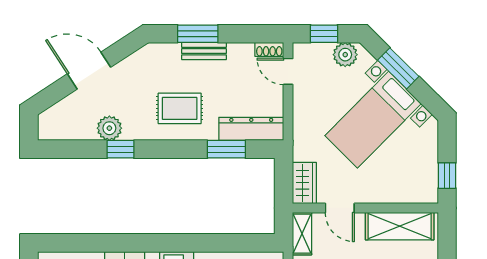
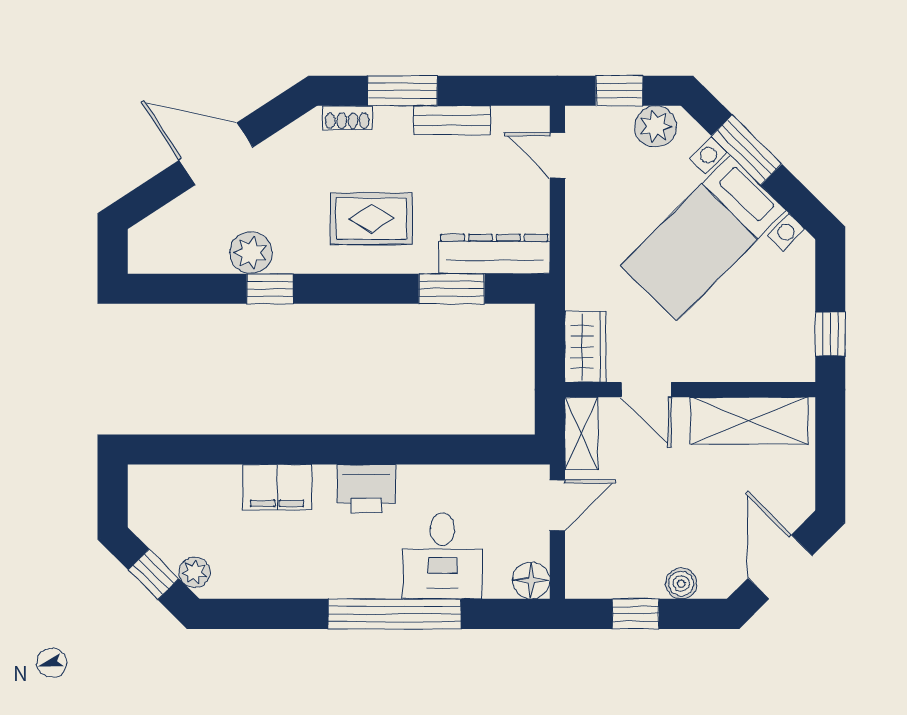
shoe rack: (269, 49) -> (347, 118), moved
bench: (204, 51) -> (452, 120), moved

